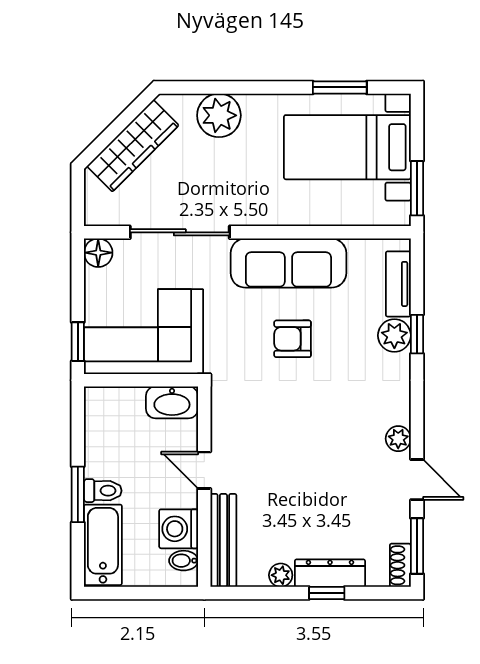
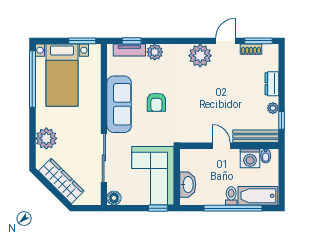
window: (340, 87) -> (32, 79), width x2.11
window: (417, 334) -> (132, 41), moved
washbasin: (172, 402) -> (188, 185), moved
plant: (398, 439) -> (200, 56), width x1.88, depth x1.88
door: (204, 470) -> (221, 146), swing flipped
window: (78, 494) -> (233, 208), width x2.11
shoe rack: (400, 565) -> (251, 49), moved
dresser: (330, 573) -> (272, 84), width x0.70
window: (327, 593) -> (282, 120), moved

